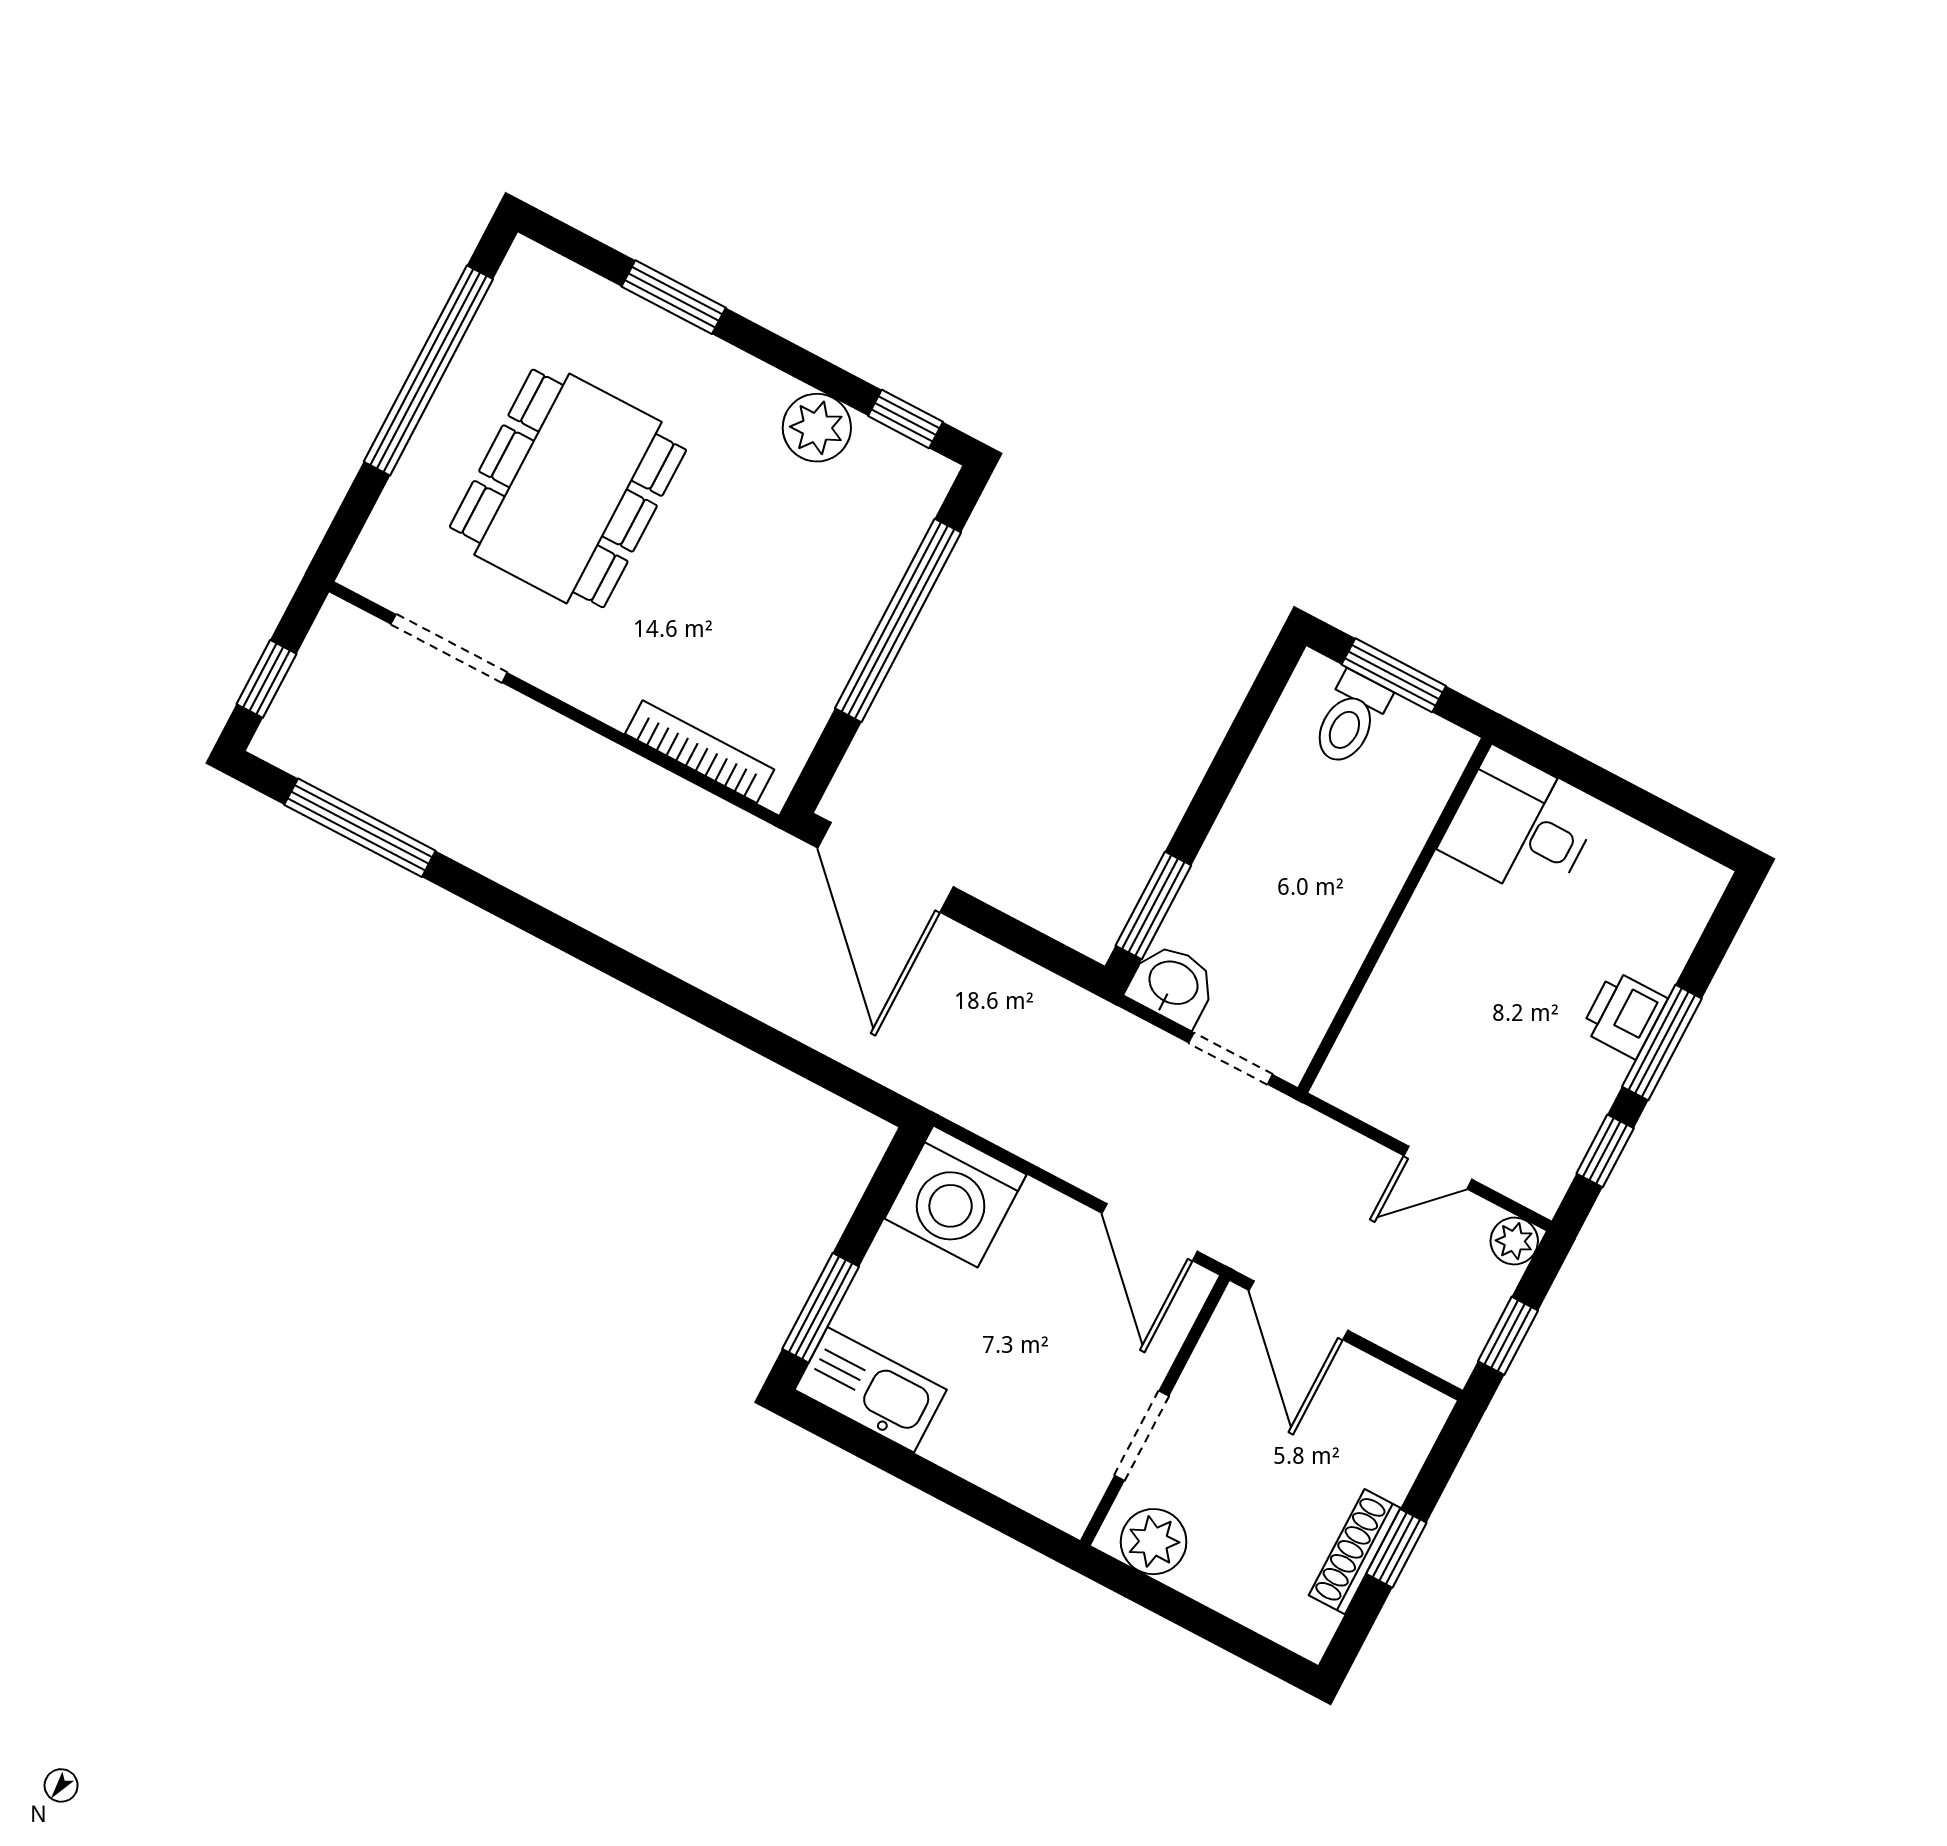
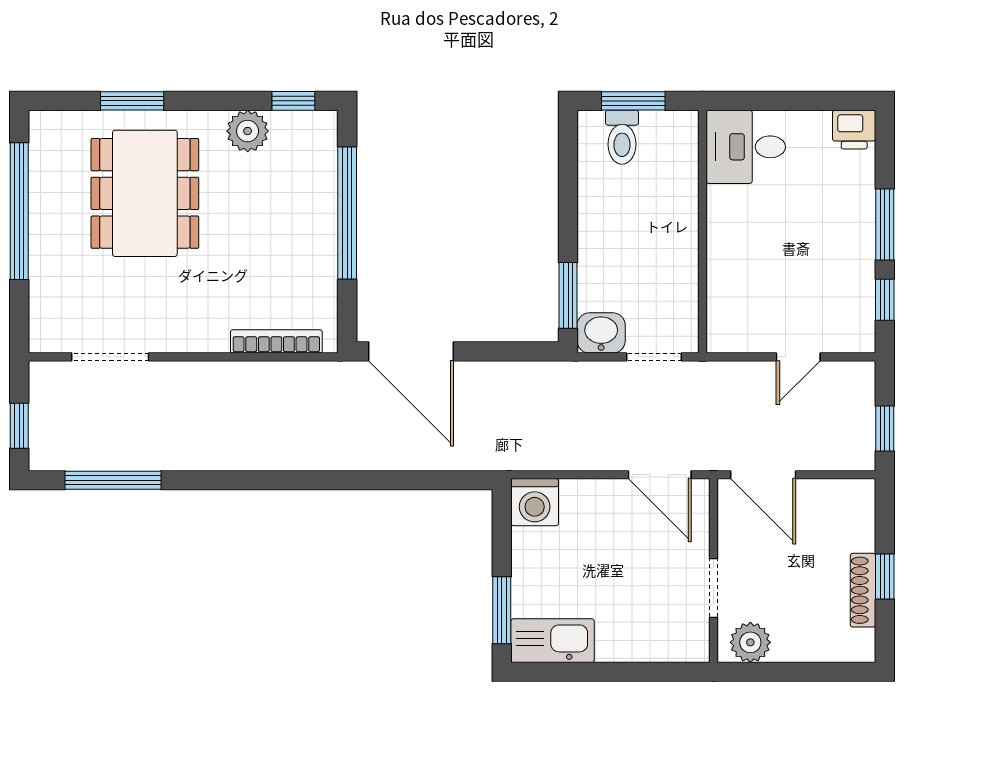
dining table: (568, 488) -> (145, 193), moved
printer: (1624, 1015) -> (854, 130), moved, turned -90
washing machine: (955, 1197) -> (535, 502), width x0.73, depth x0.73
plant: (1514, 1241) -> (861, 375), removed

